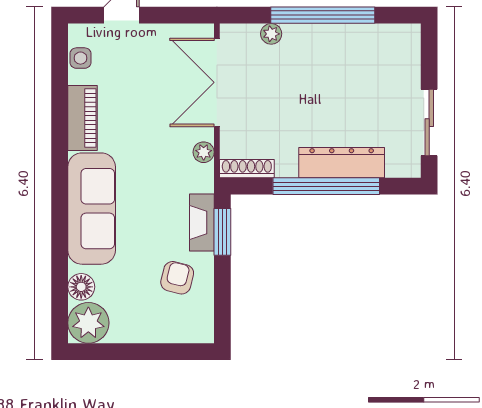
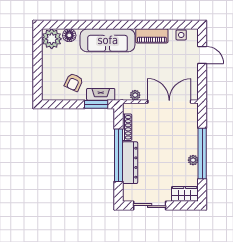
plant: (271, 34) -> (193, 160), moved
wardrobe: (405, 51) -> (185, 194), added
shoe rack: (247, 169) -> (127, 127), moved
armchair: (177, 278) -> (74, 82), turned 101

